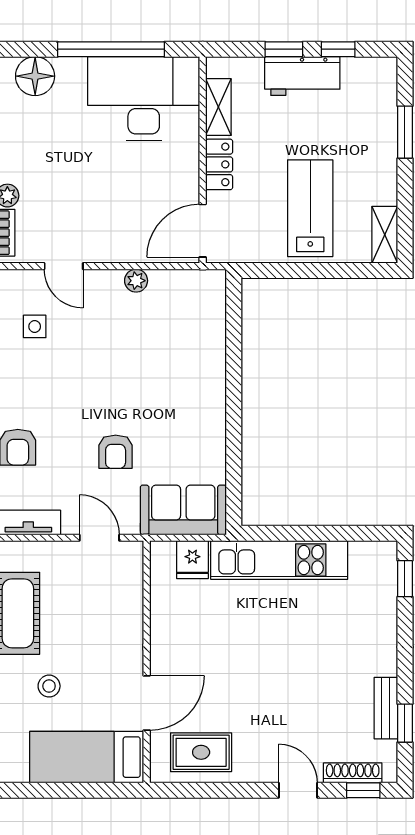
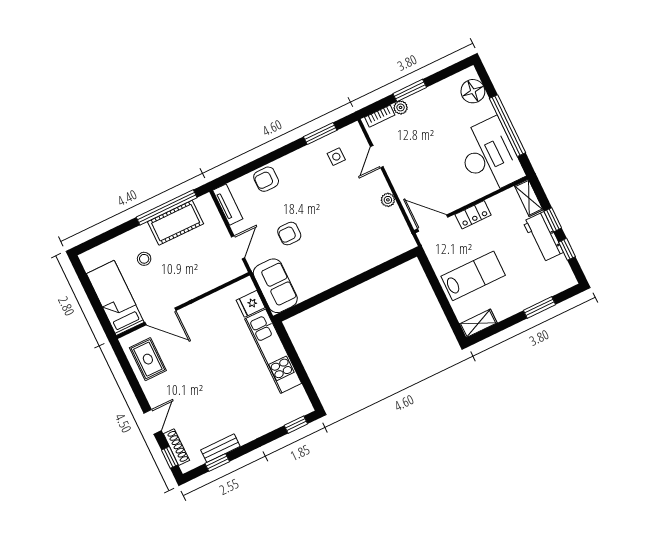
shelving: (218, 107) -> (529, 198), moved, turned 90

